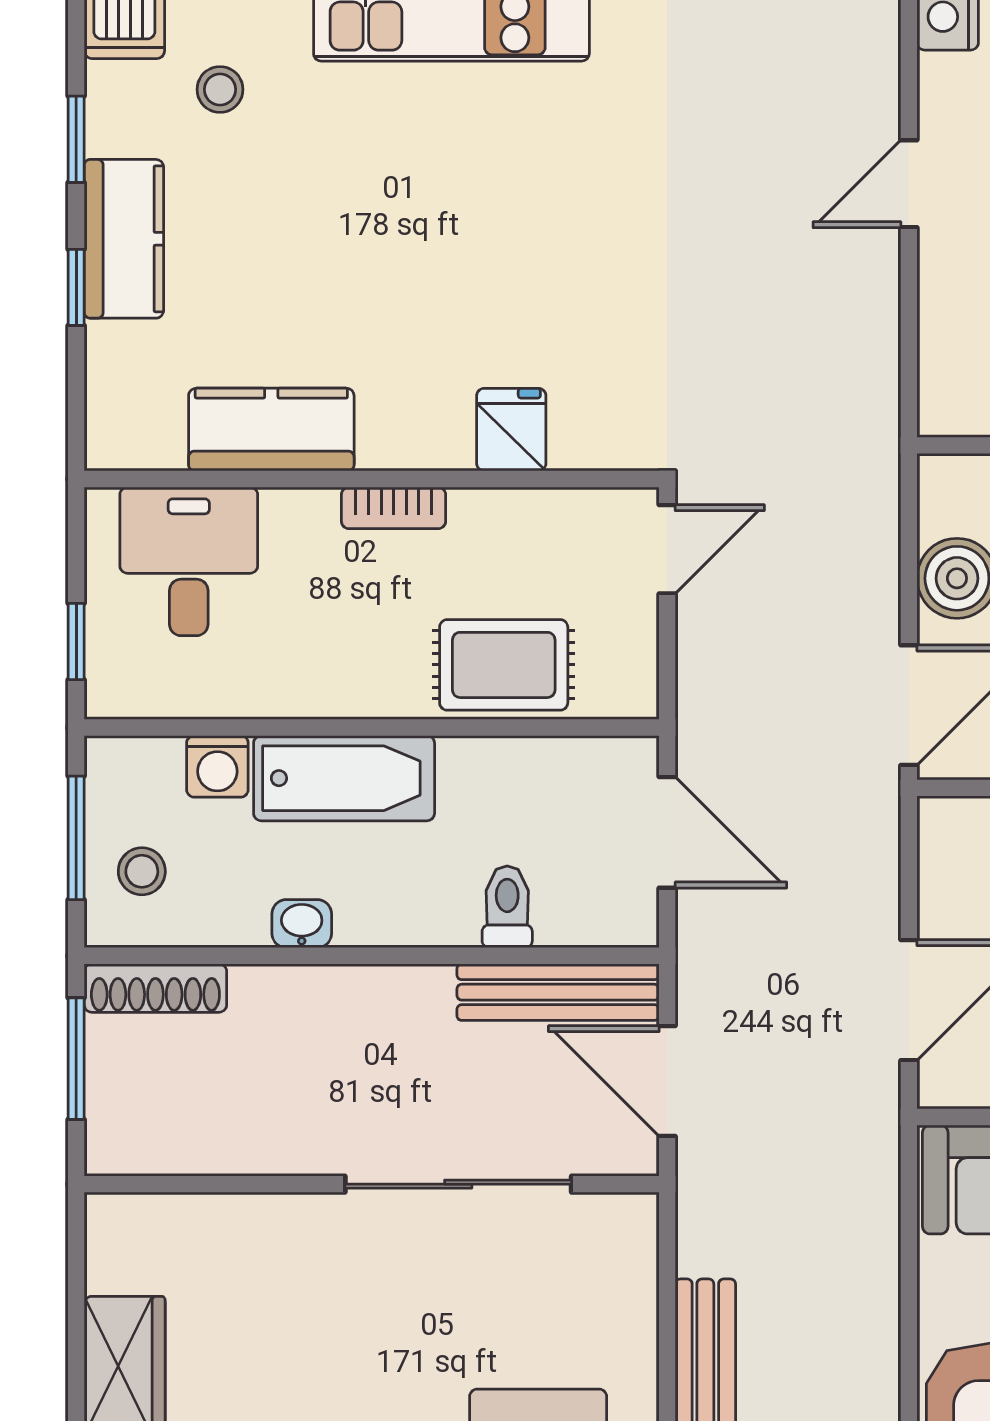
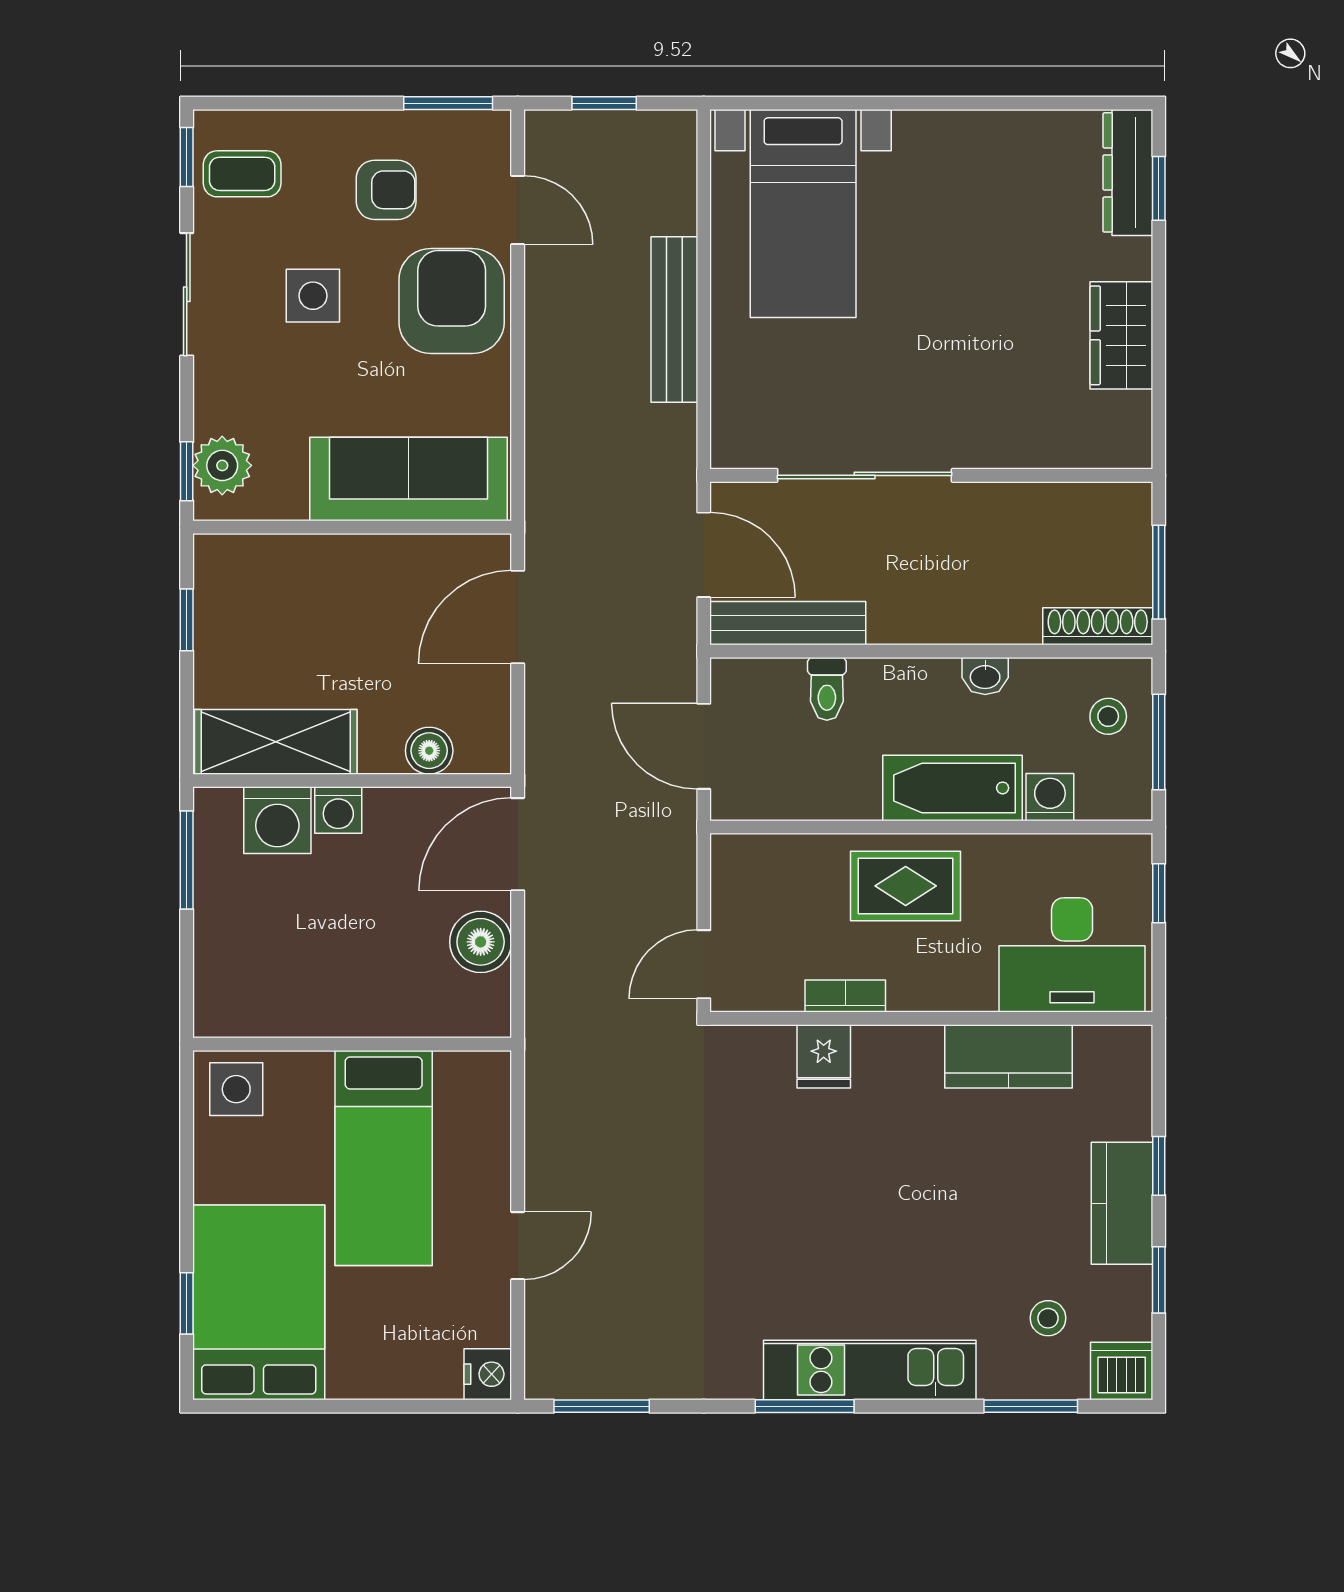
bookcase: (394, 508) -> (845, 996), moved
desk: (189, 561) -> (1072, 955), width x1.37
rug: (504, 665) -> (906, 886), moved

